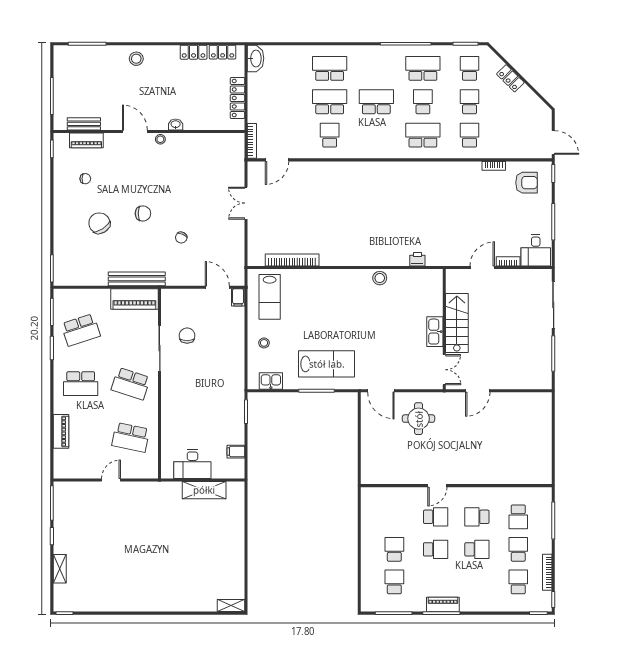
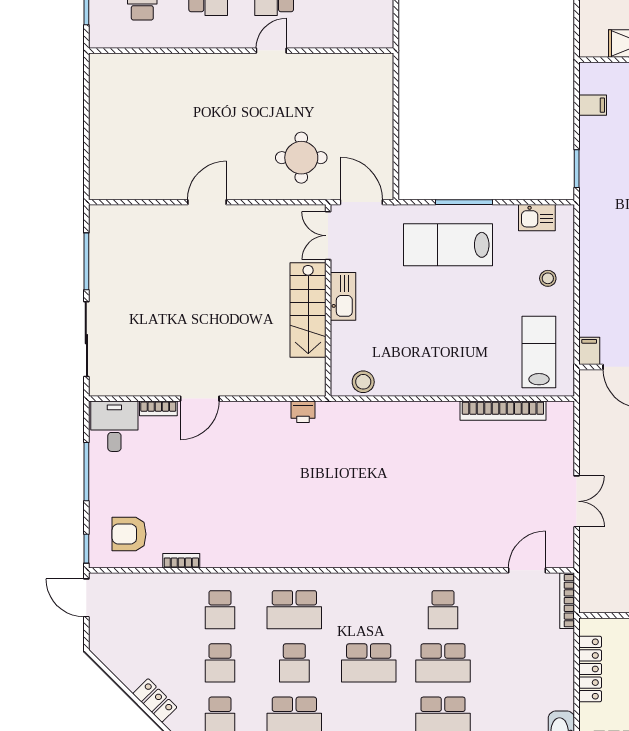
stairs: (457, 323) -> (308, 310), moved
wall: (444, 329) -> (328, 300), moved
kitchen sink: (435, 332) -> (343, 296), moved
double door: (444, 370) -> (328, 236), moved

